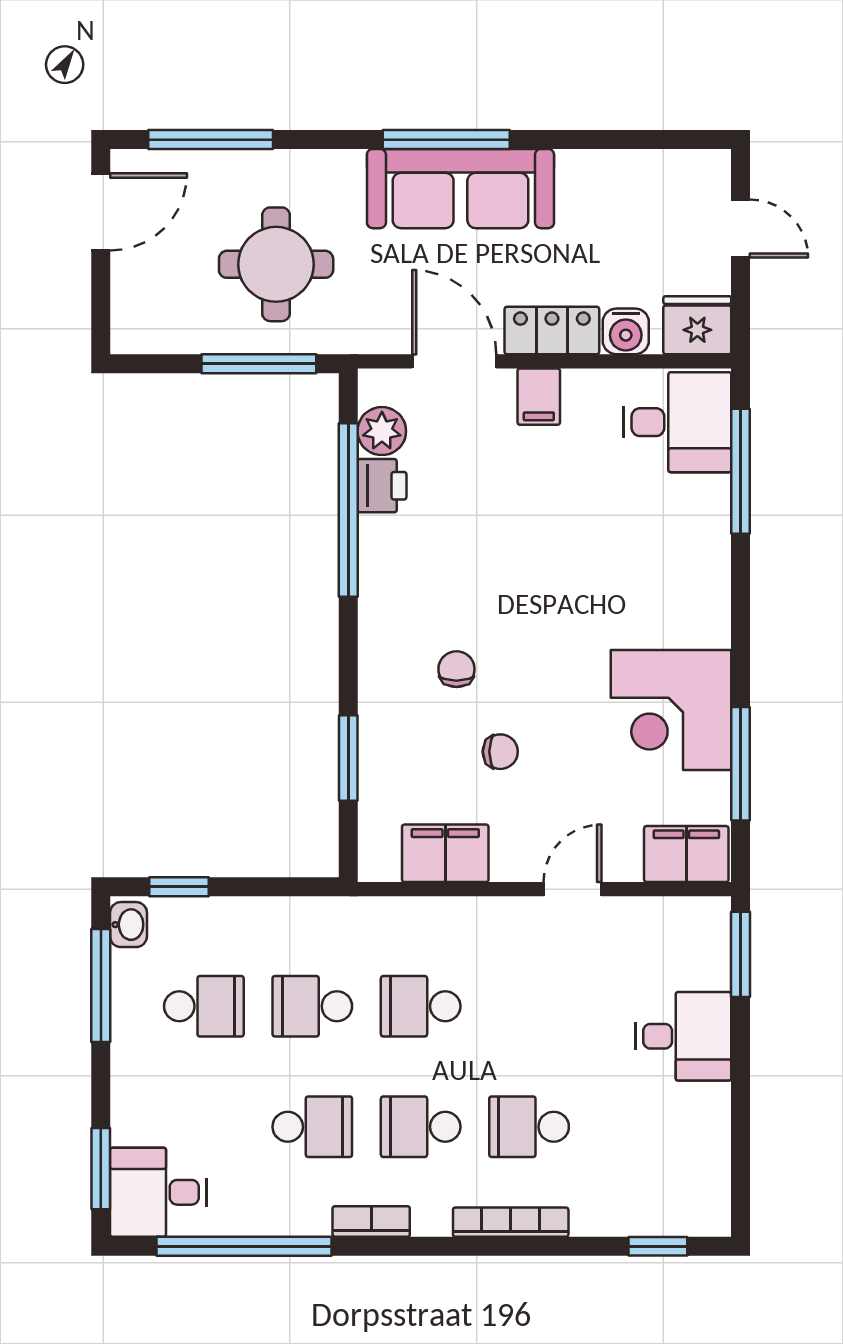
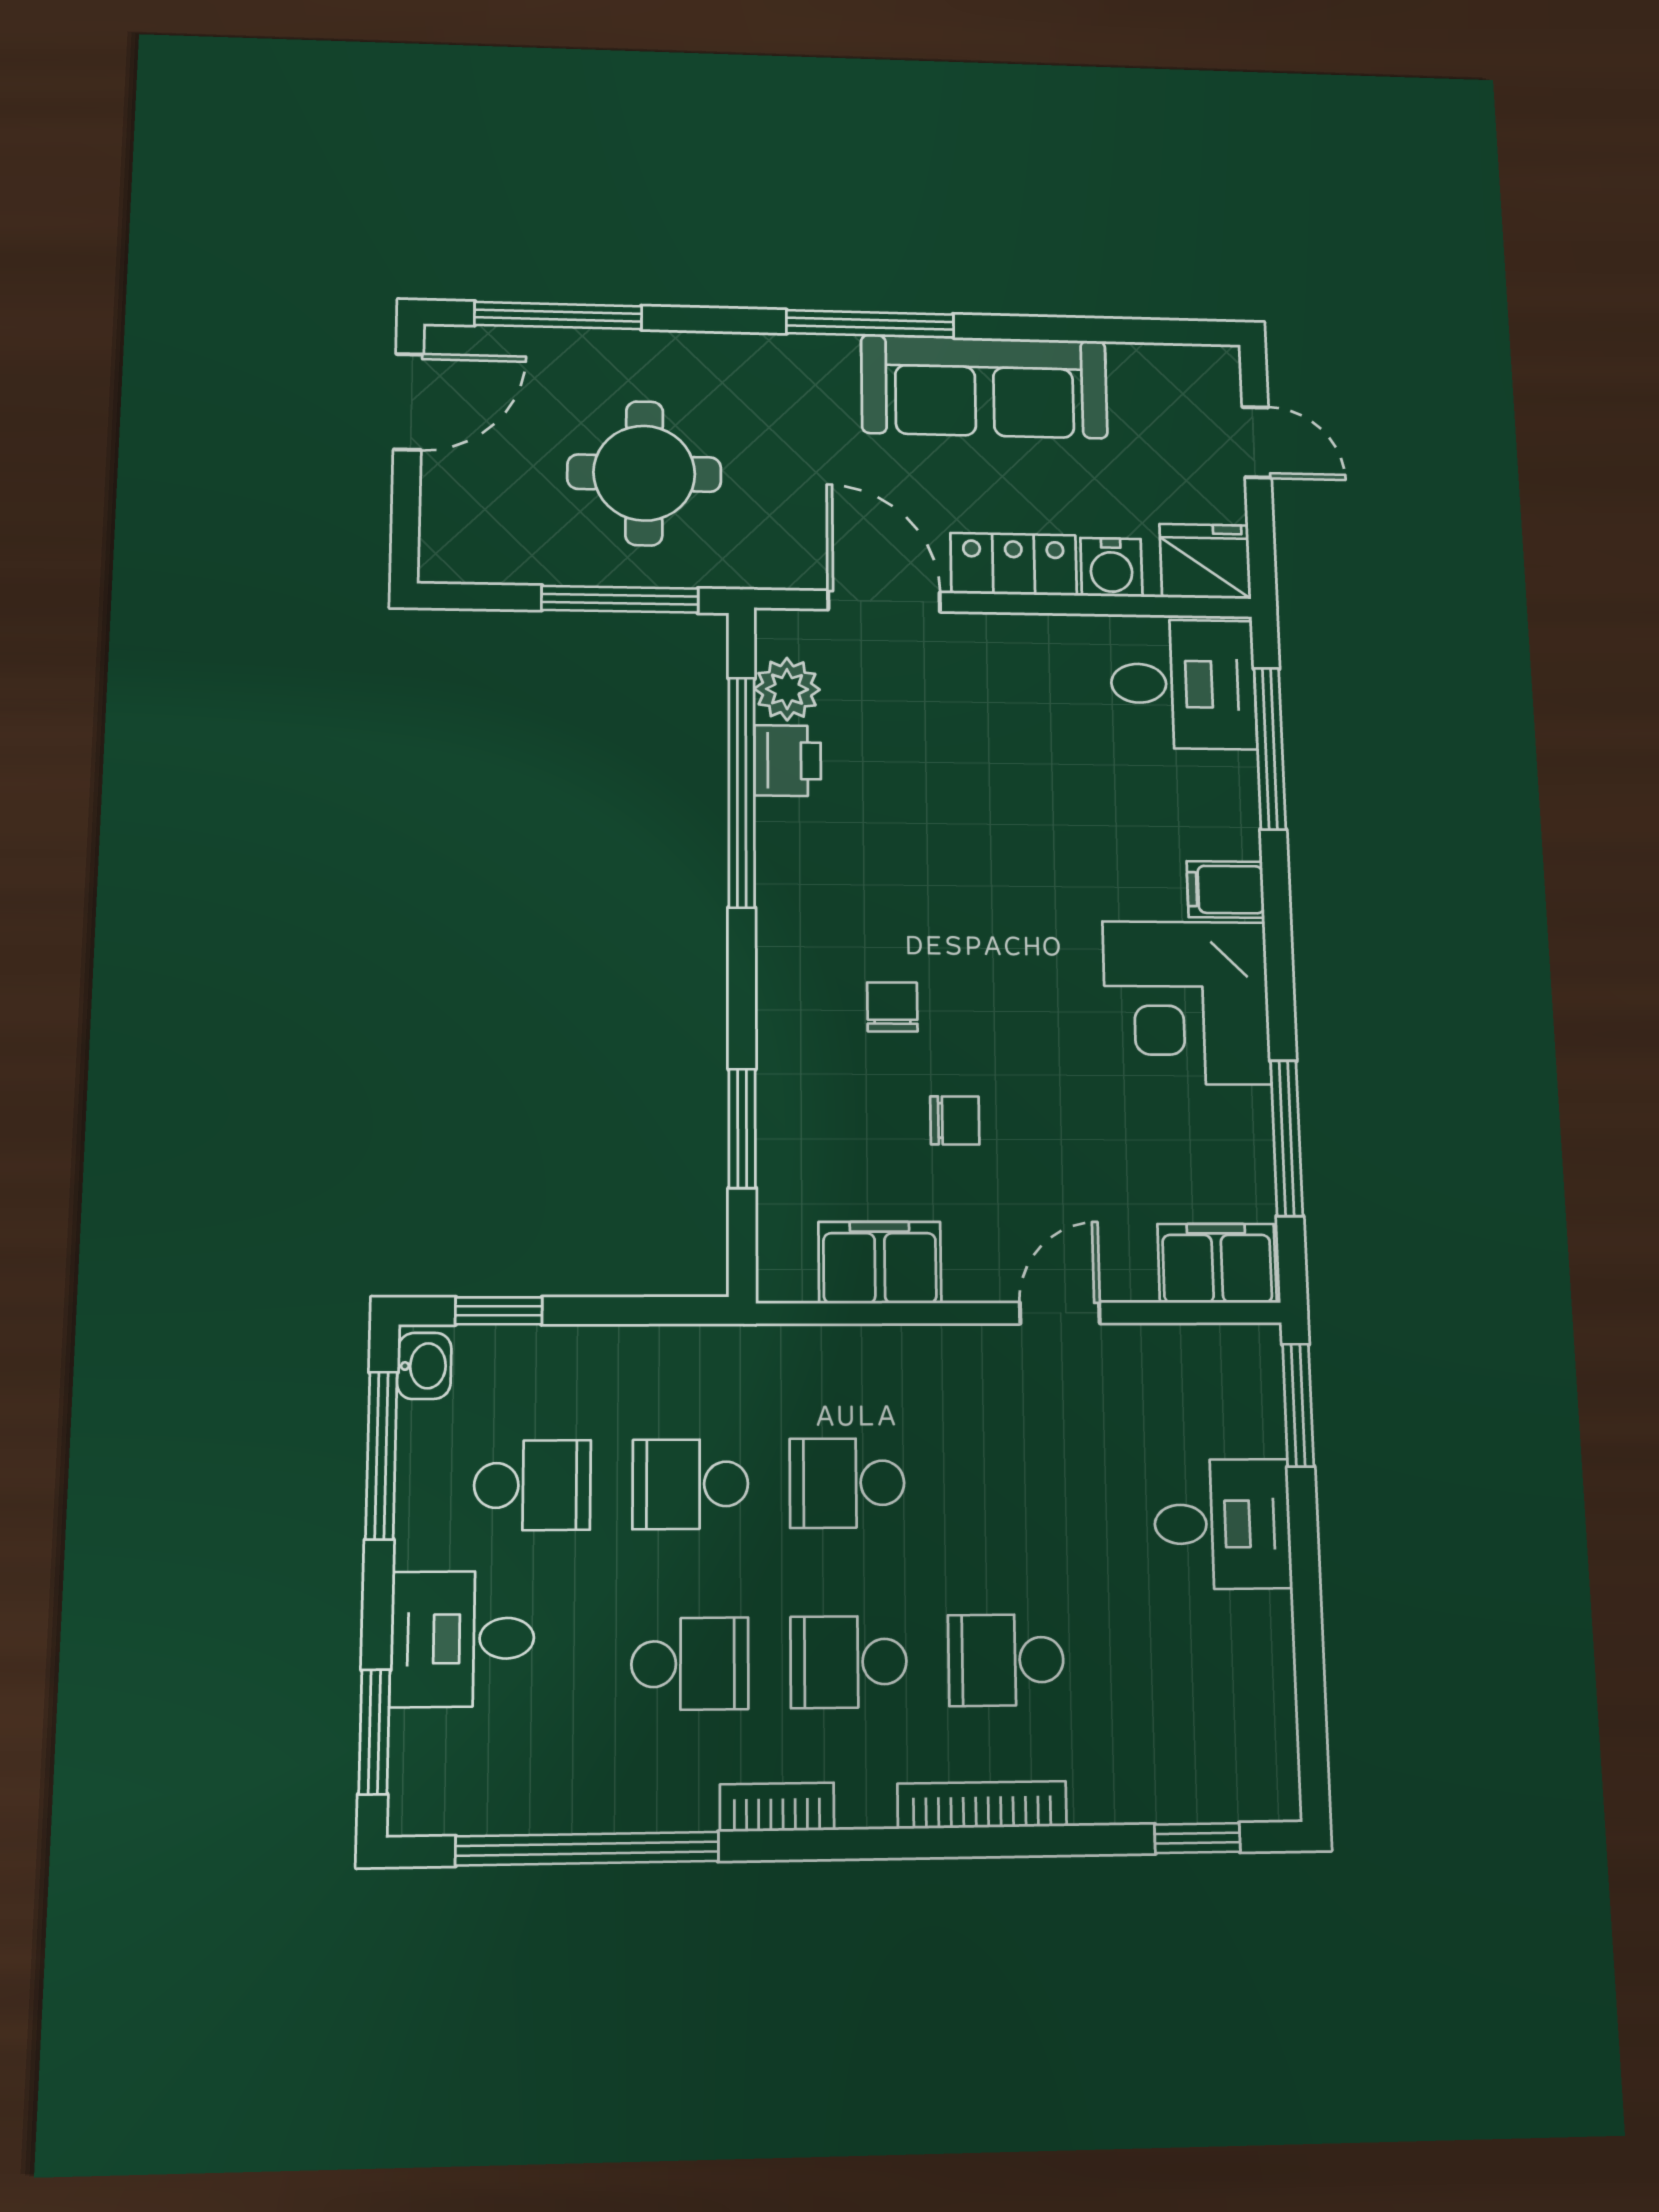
sofa: (460, 189) -> (984, 387), moved
filing cabinet: (539, 397) -> (1226, 889), moved, turned 90
corner desk: (671, 710) -> (1187, 1003), moved
desk: (158, 1192) -> (462, 1639), moved

